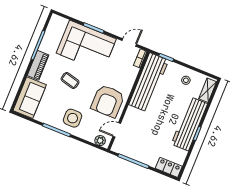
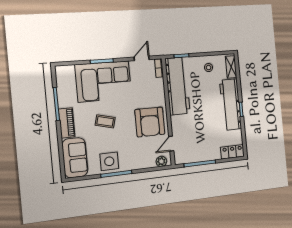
side table: (73, 118) -> (109, 161), moved

